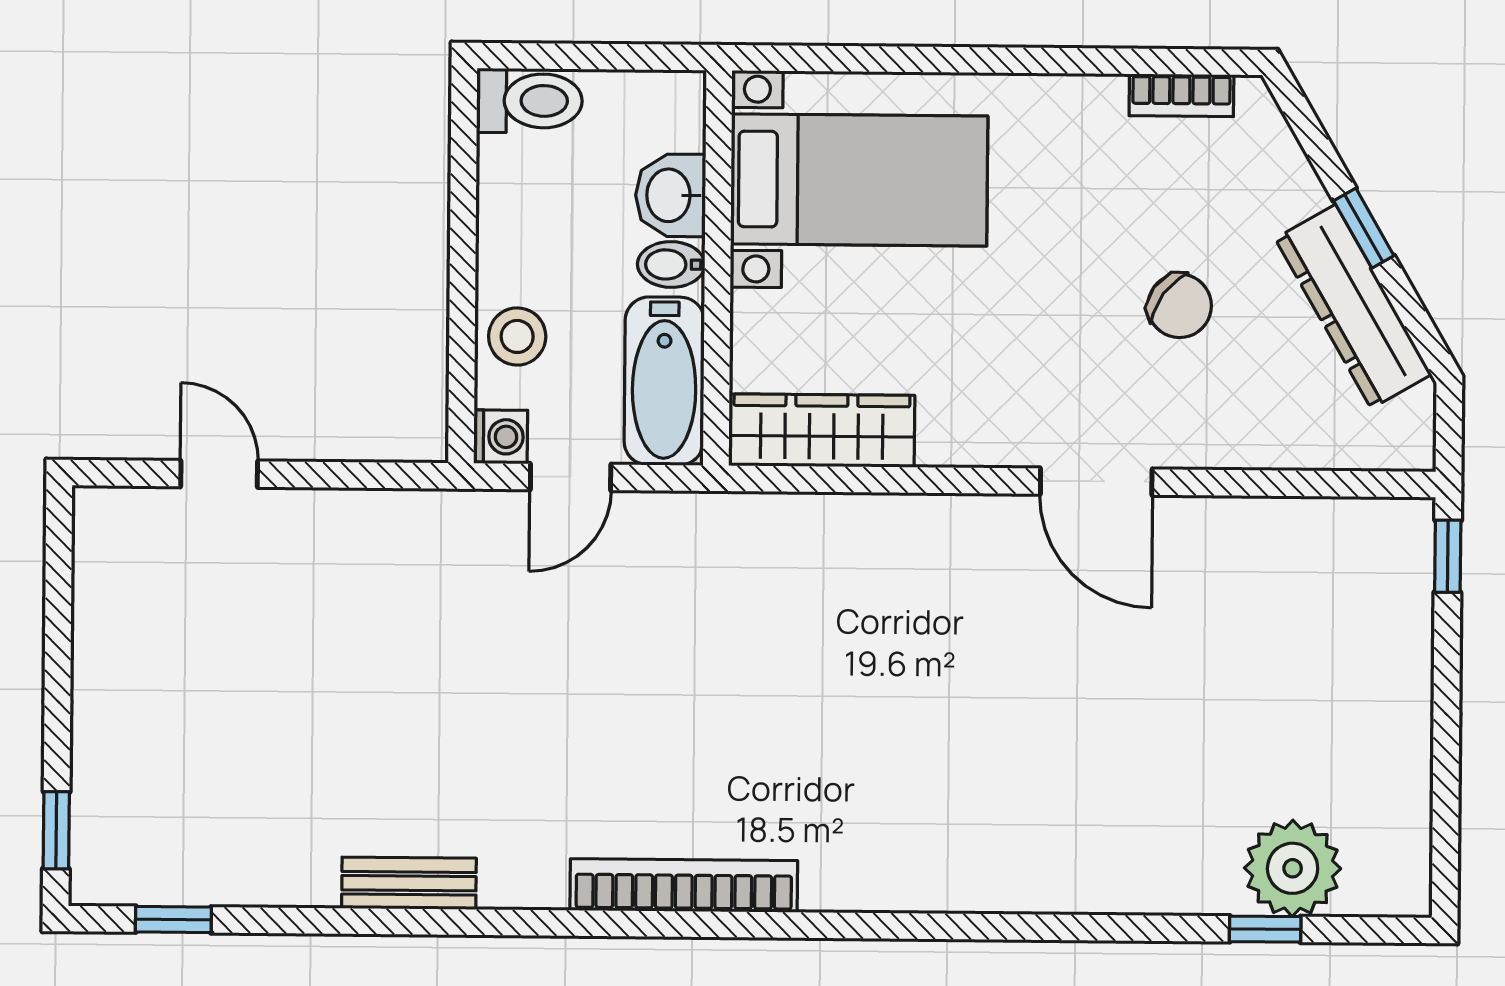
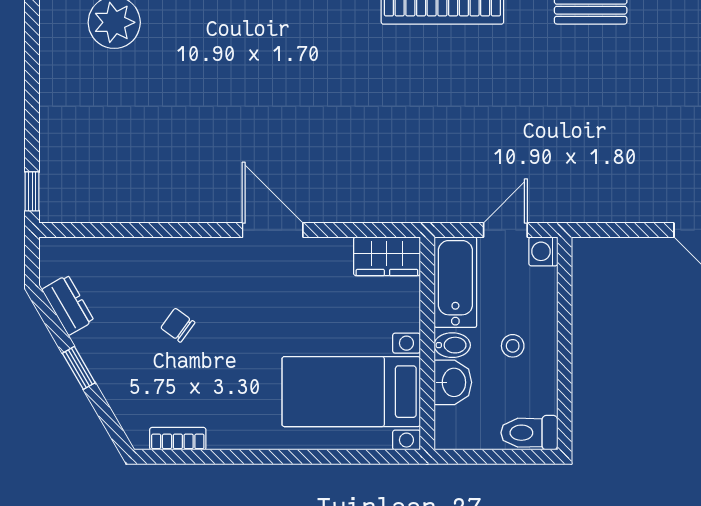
chair: (1180, 306) -> (178, 325), width x0.73, depth x0.73
dresser: (1353, 306) -> (68, 305), width x0.51, depth x0.80
stool: (517, 336) -> (513, 346), moved, width x0.73, depth x0.73
wardrobe: (822, 430) -> (387, 256), width x0.67
door: (1096, 482) -> (273, 230), moved

